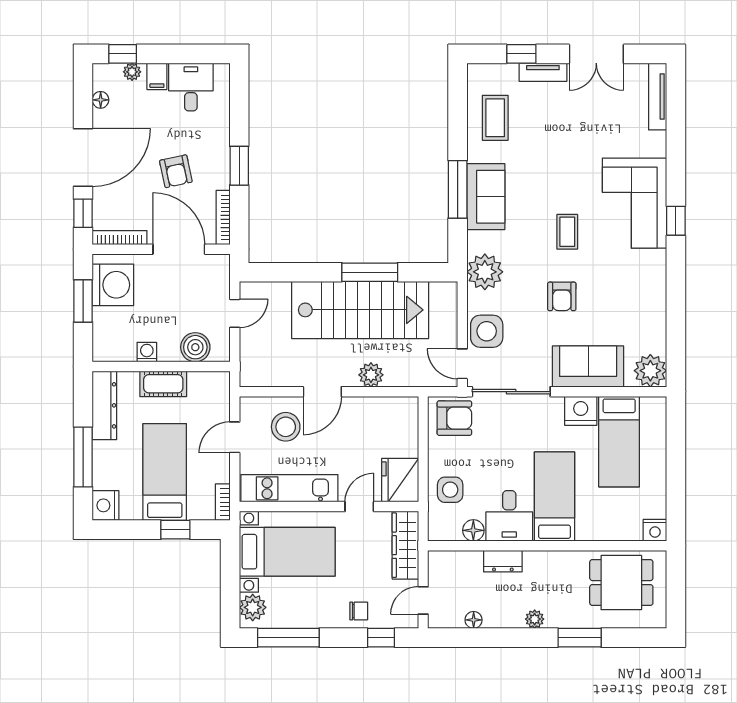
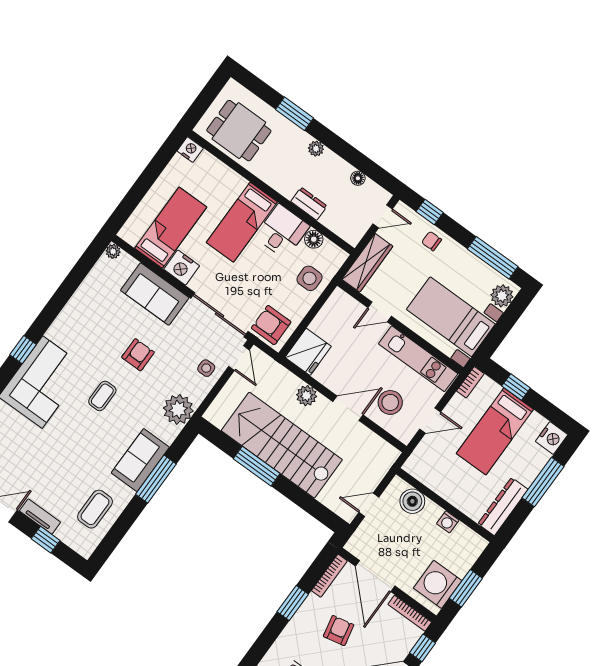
side table: (487, 331) -> (206, 368), width x0.54, depth x0.54
plant: (650, 371) -> (113, 251), width x0.53, depth x0.53
cot: (163, 384) -> (452, 492), removed
fridge: (400, 480) -> (308, 352), moved

